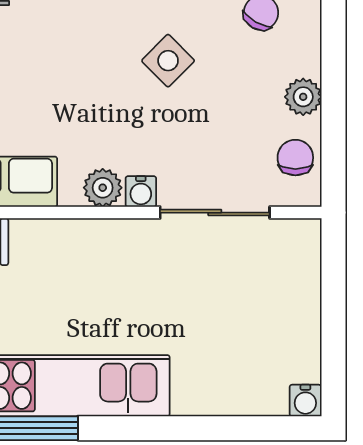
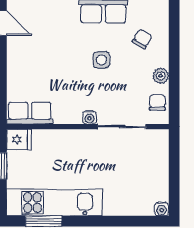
side table: (168, 61) -> (101, 60), turned 45
plant: (103, 188) -> (73, 116), removed

